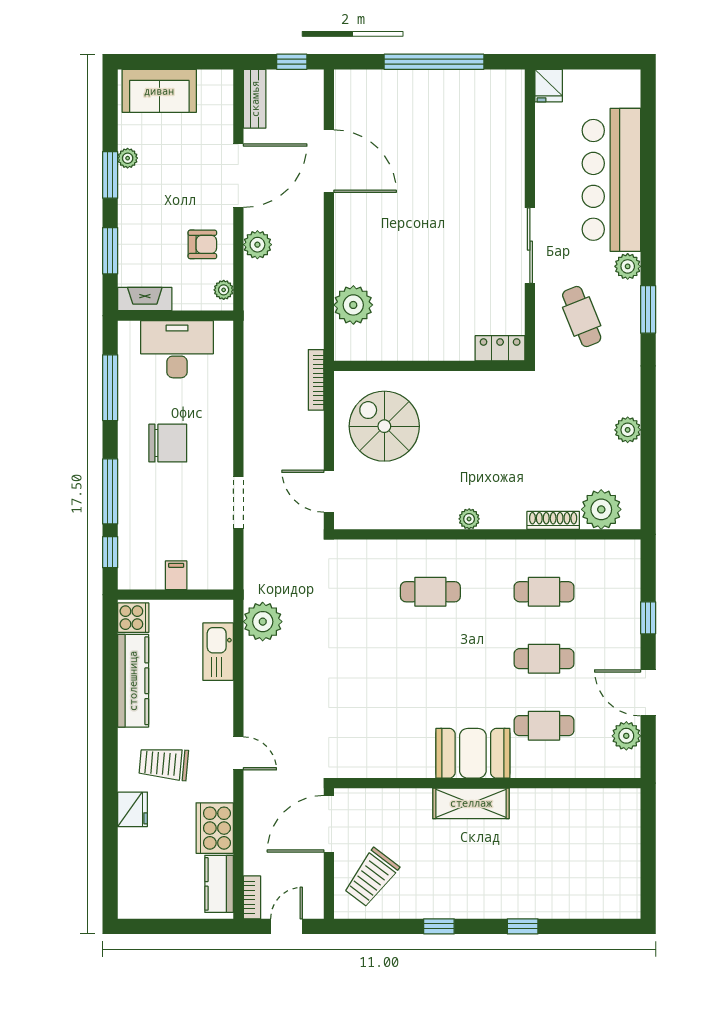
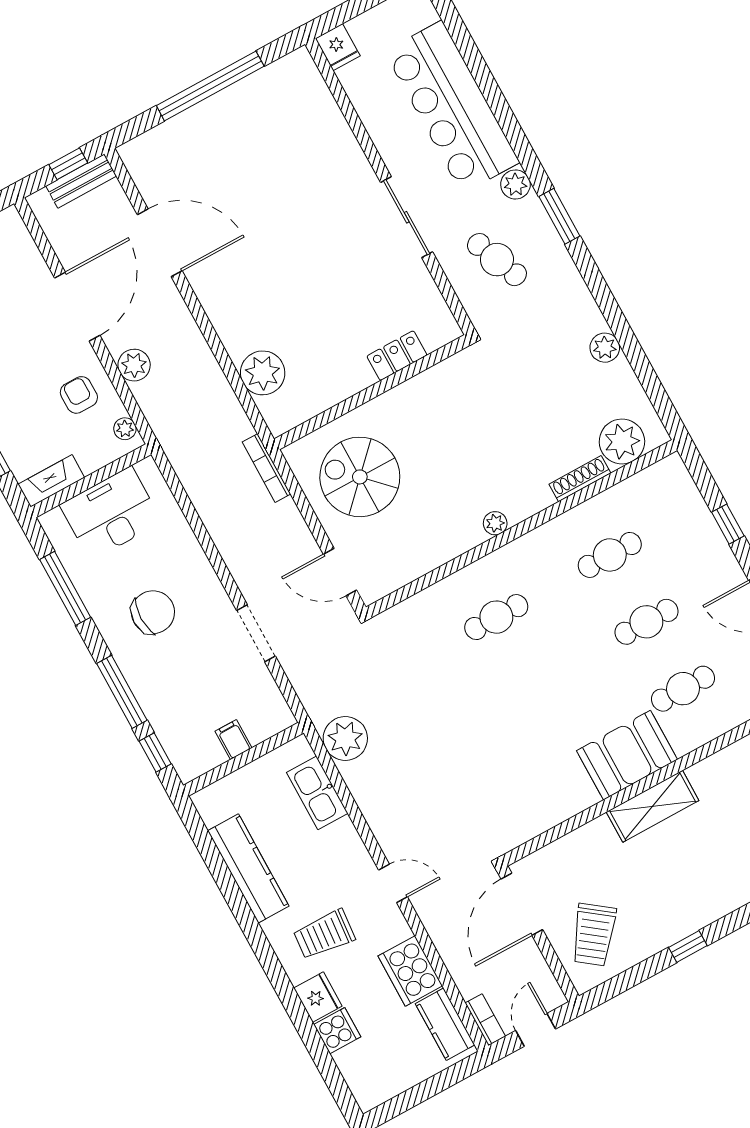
bench: (255, 99) -> (81, 181), moved, turned 90
armchair: (202, 244) -> (79, 395), turned -90
locker: (500, 348) -> (397, 356), moved
cooker: (133, 618) -> (337, 1031), moved

